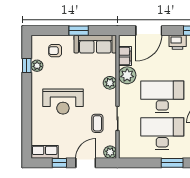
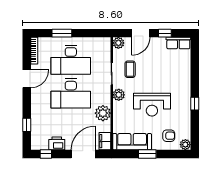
filing cabinet: (125, 56) -> (105, 141), moved
window: (27, 66) -> (195, 104), moved
plant: (37, 66) -> (185, 145), moved
plant: (110, 83) -> (119, 95), moved
reception desk: (63, 102) -> (152, 105), moved, turned 180

